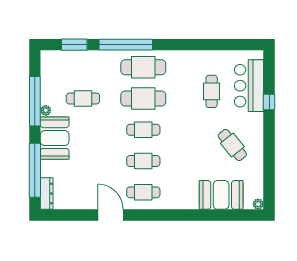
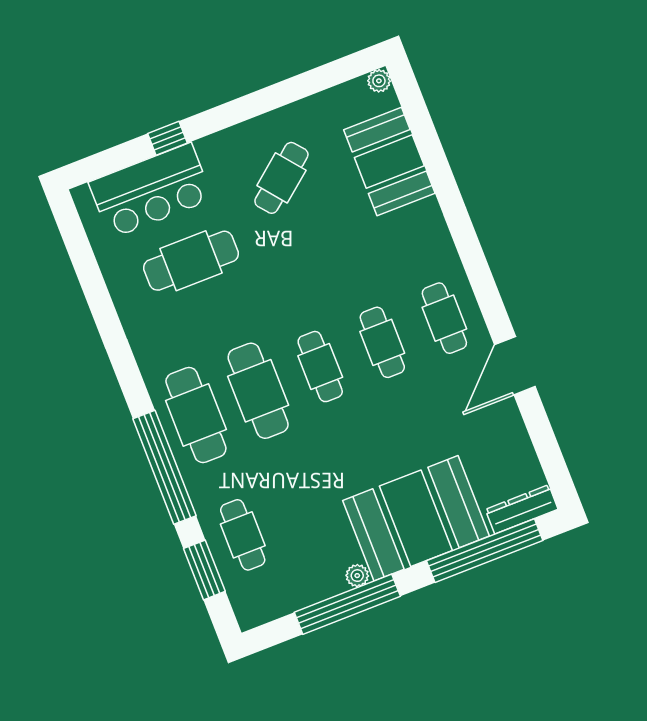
cafe table: (212, 91) -> (191, 261), width x1.37, depth x1.35
cafe table: (83, 99) -> (243, 535), moved
booth: (55, 138) -> (416, 518), width x1.36, depth x1.42

